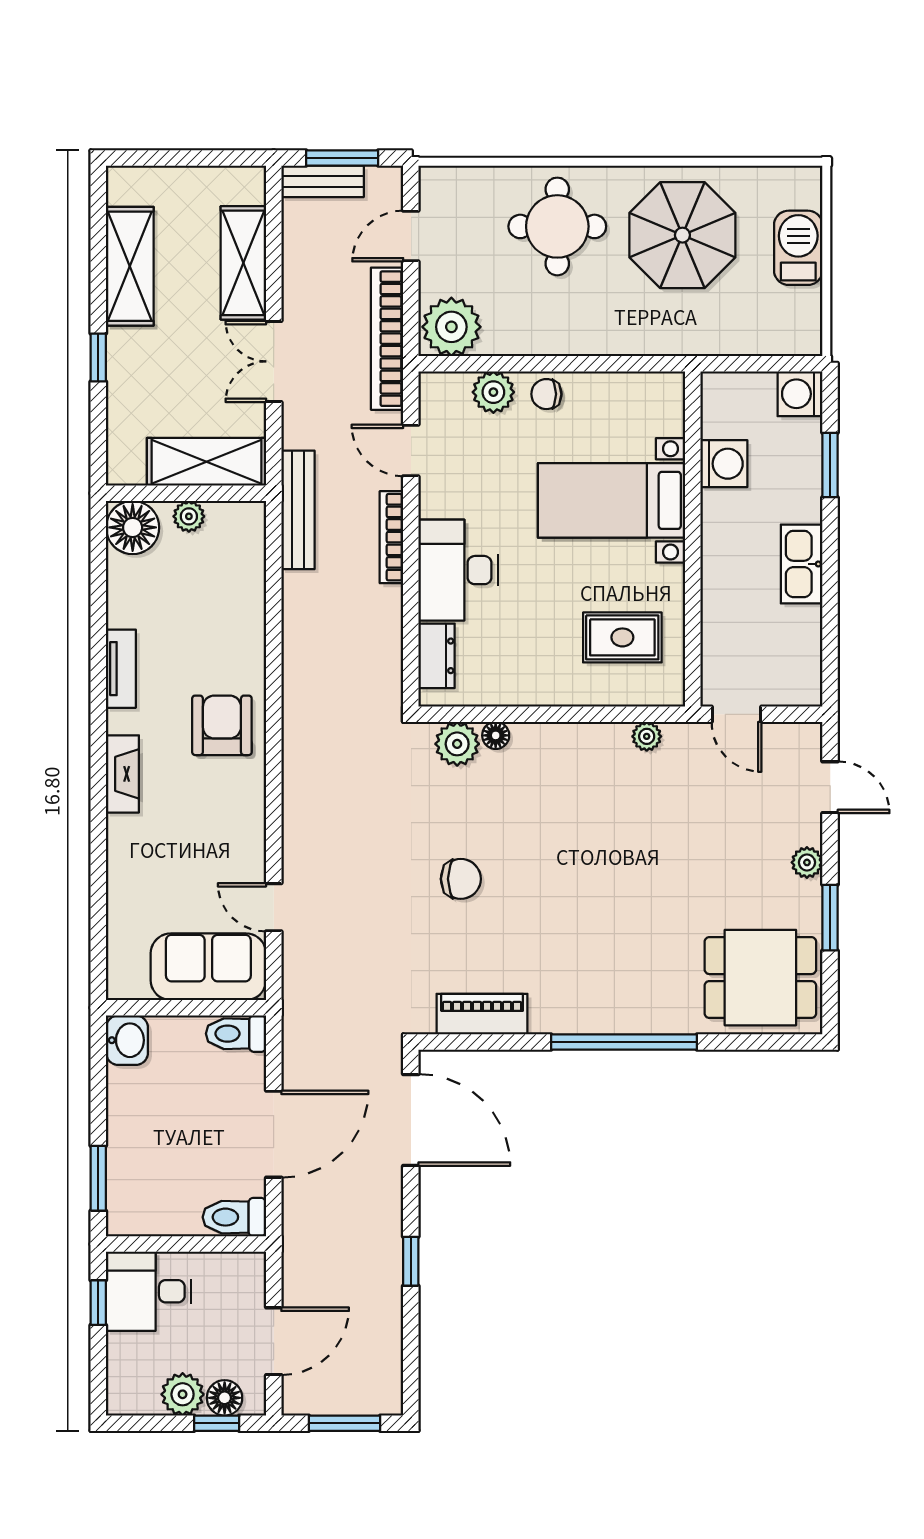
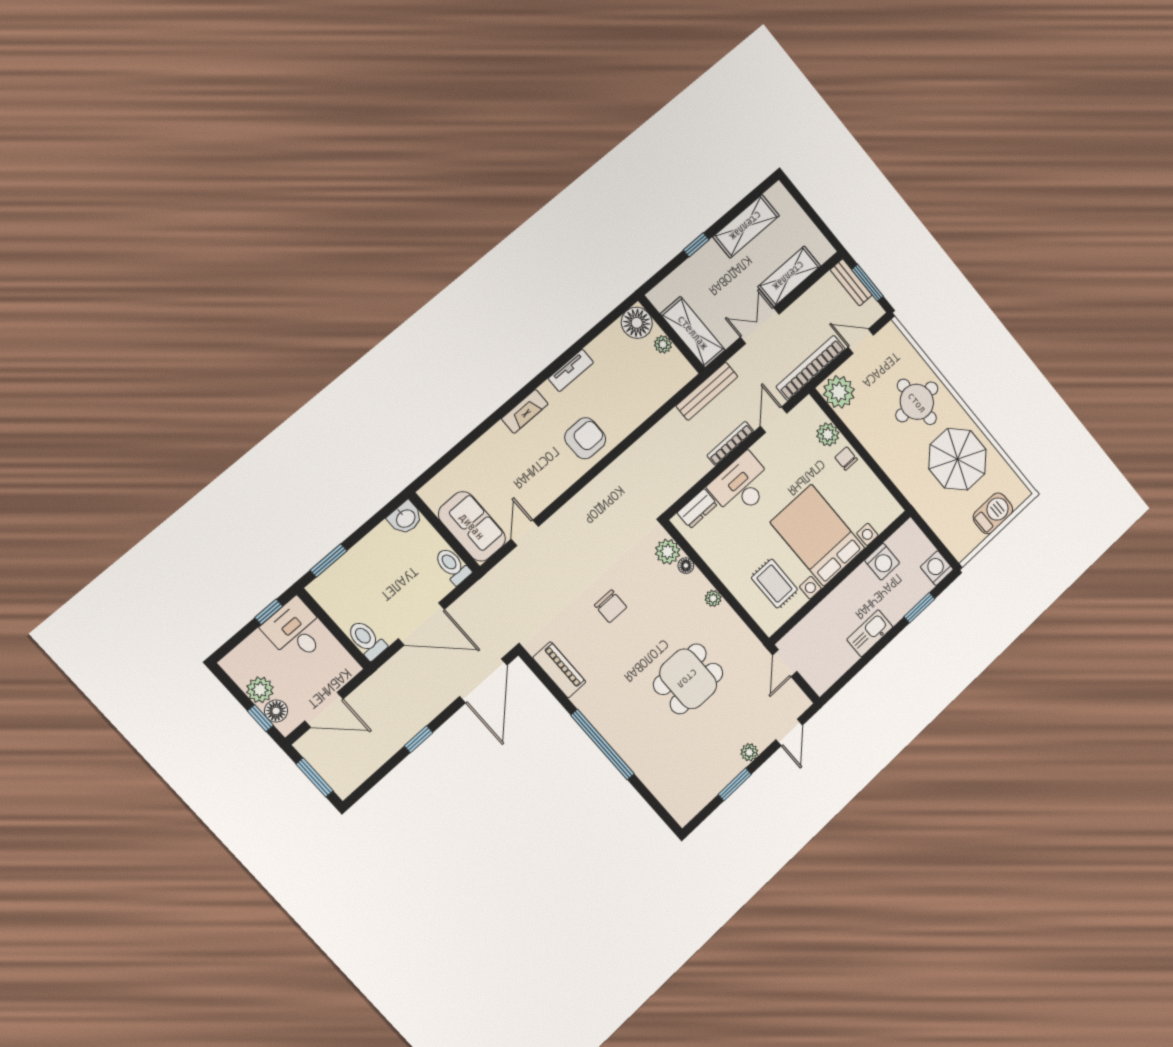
bed with nightstands: (612, 500) -> (818, 535), width x1.36
plant: (647, 736) -> (713, 598), moved
dining table: (760, 978) -> (688, 679), moved, turned 90

